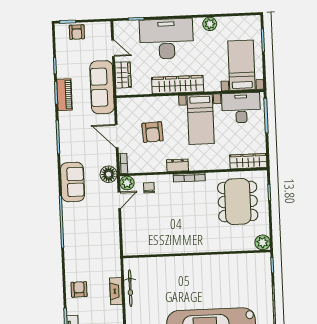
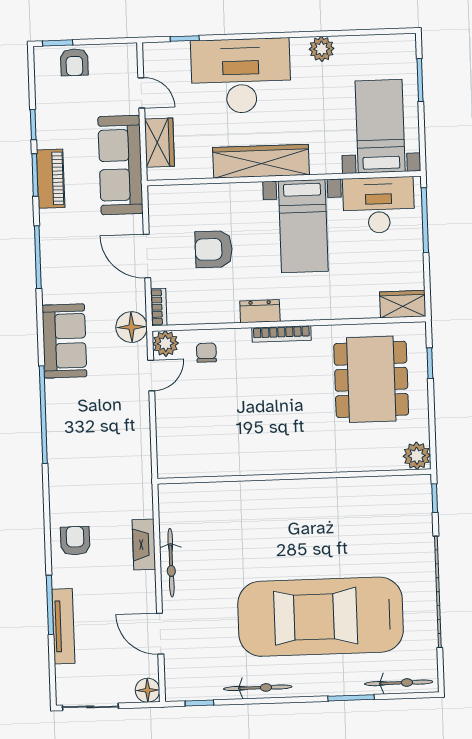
armchair: (152, 132) -> (214, 249), turned 93
wardrobe: (248, 161) -> (403, 304), width x0.67
bicycle: (130, 288) -> (171, 563), moved

